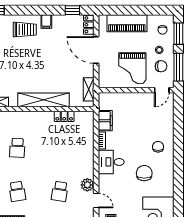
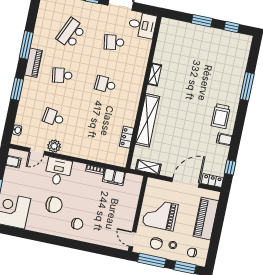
desk: (111, 162) -> (58, 171), moved

